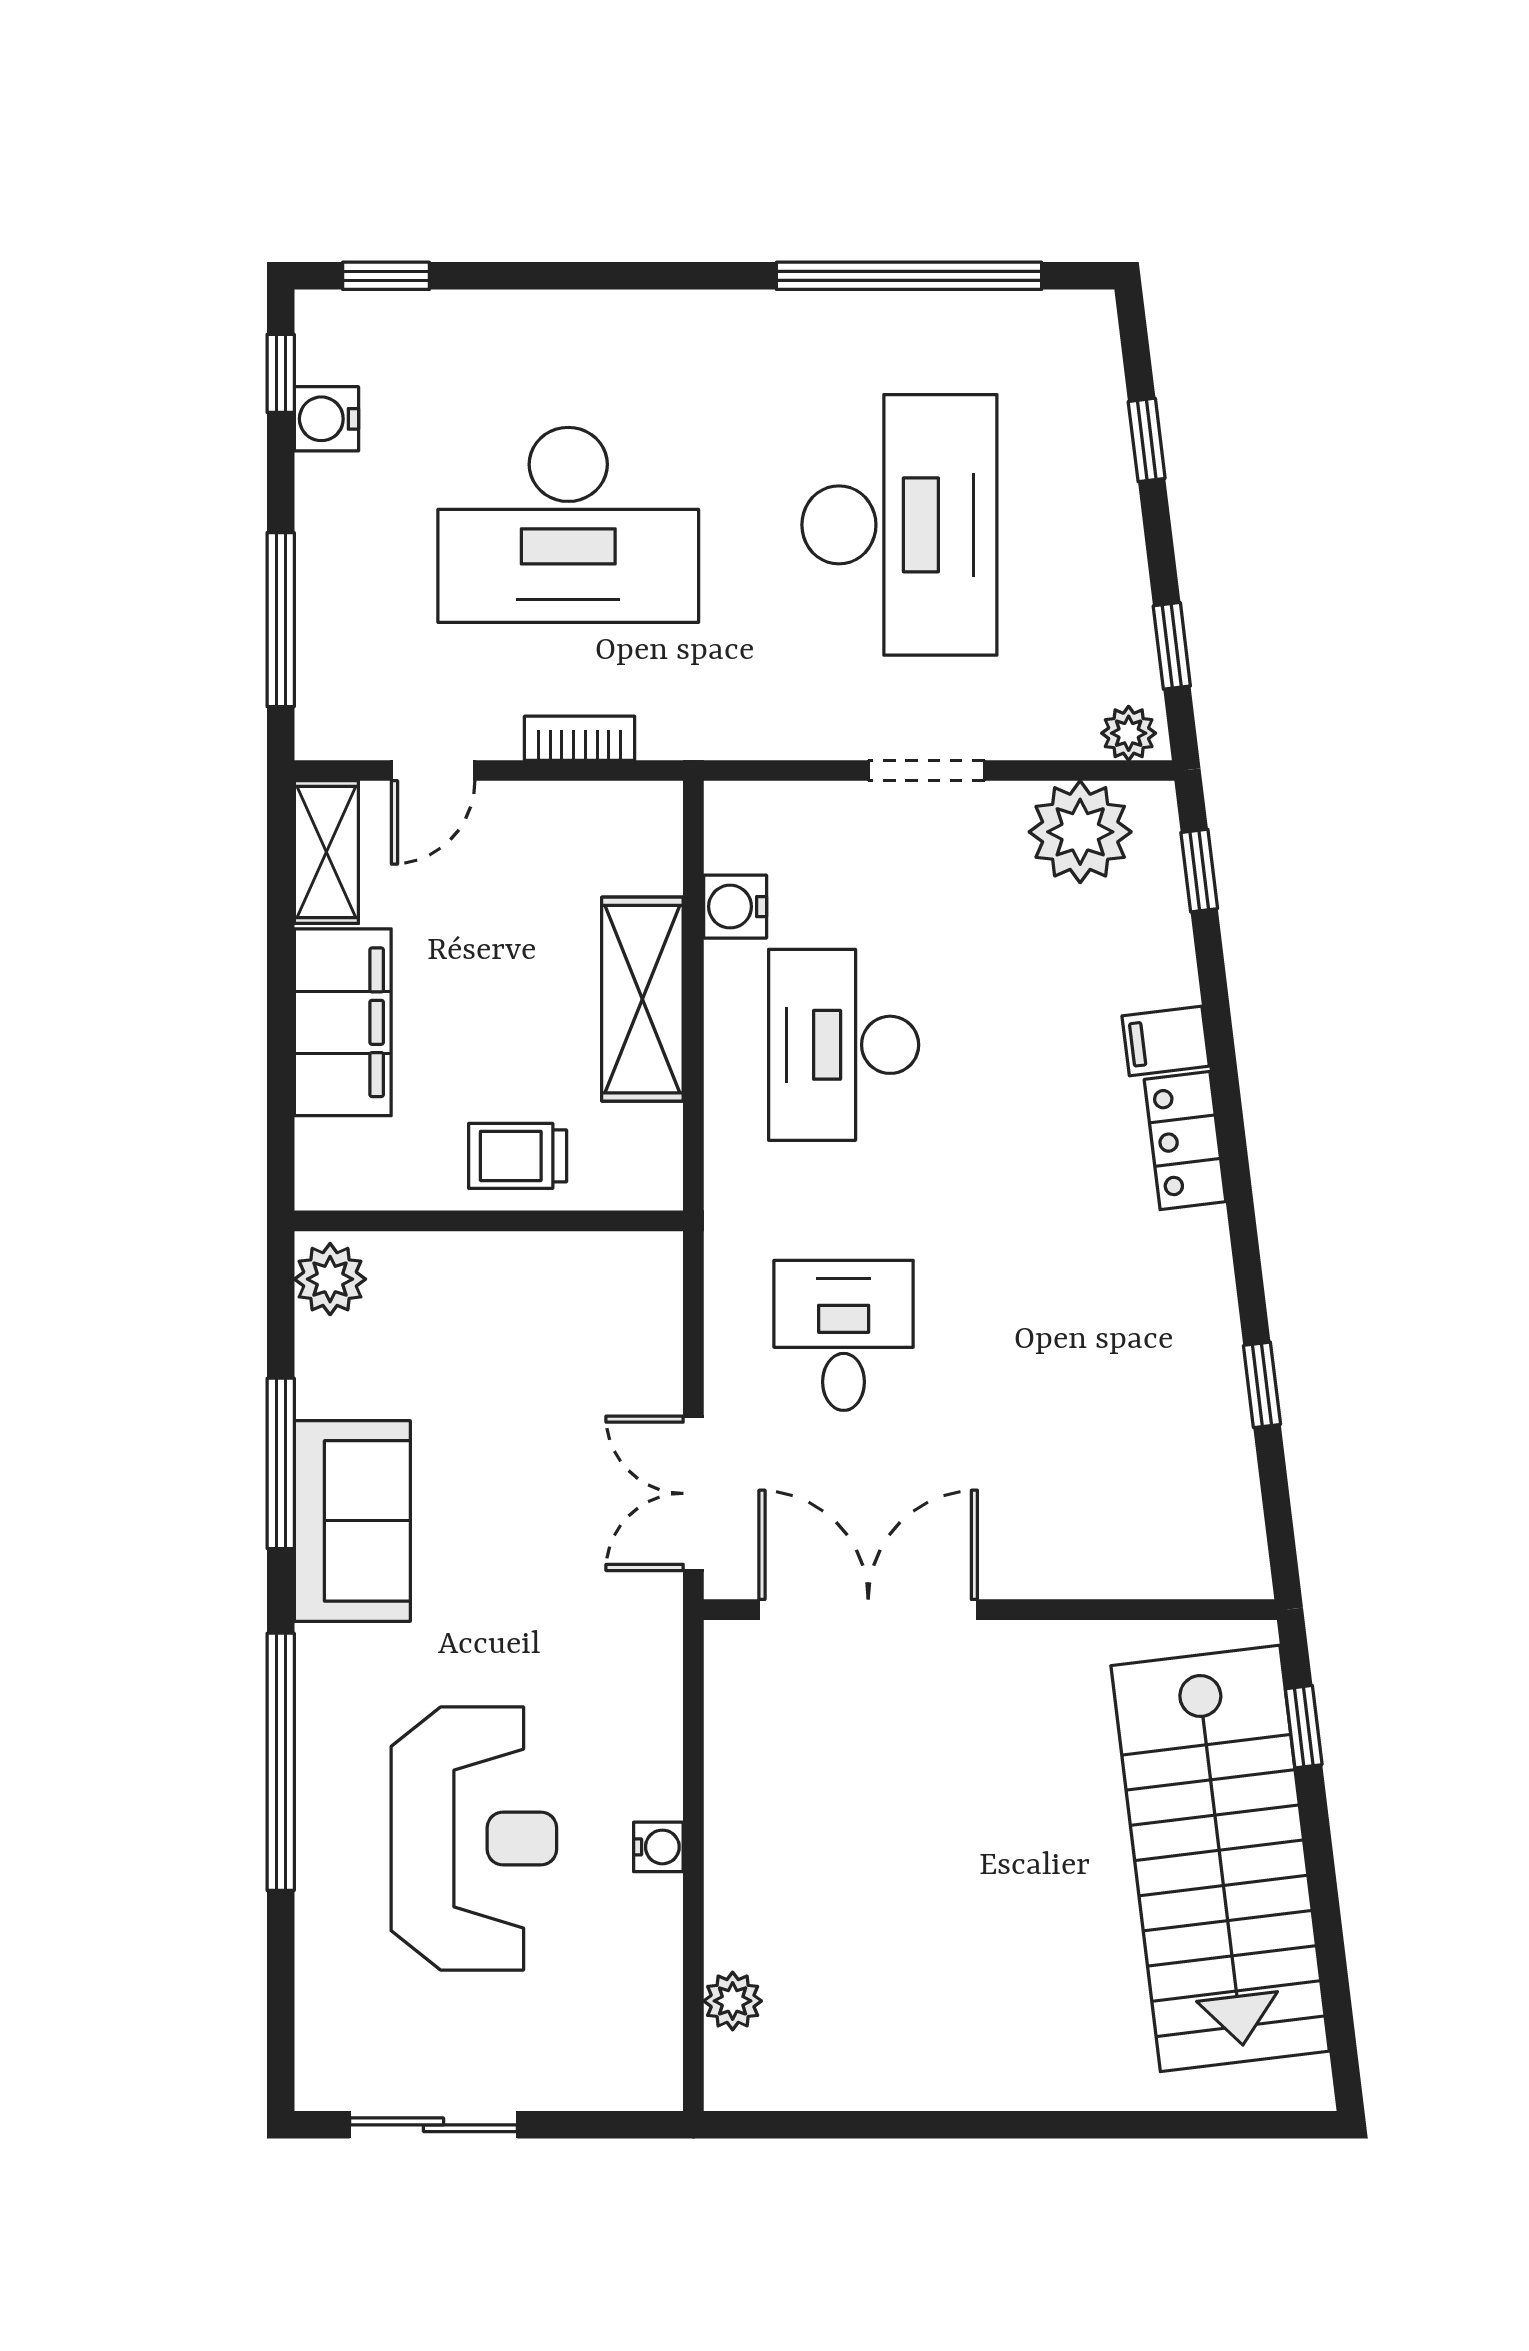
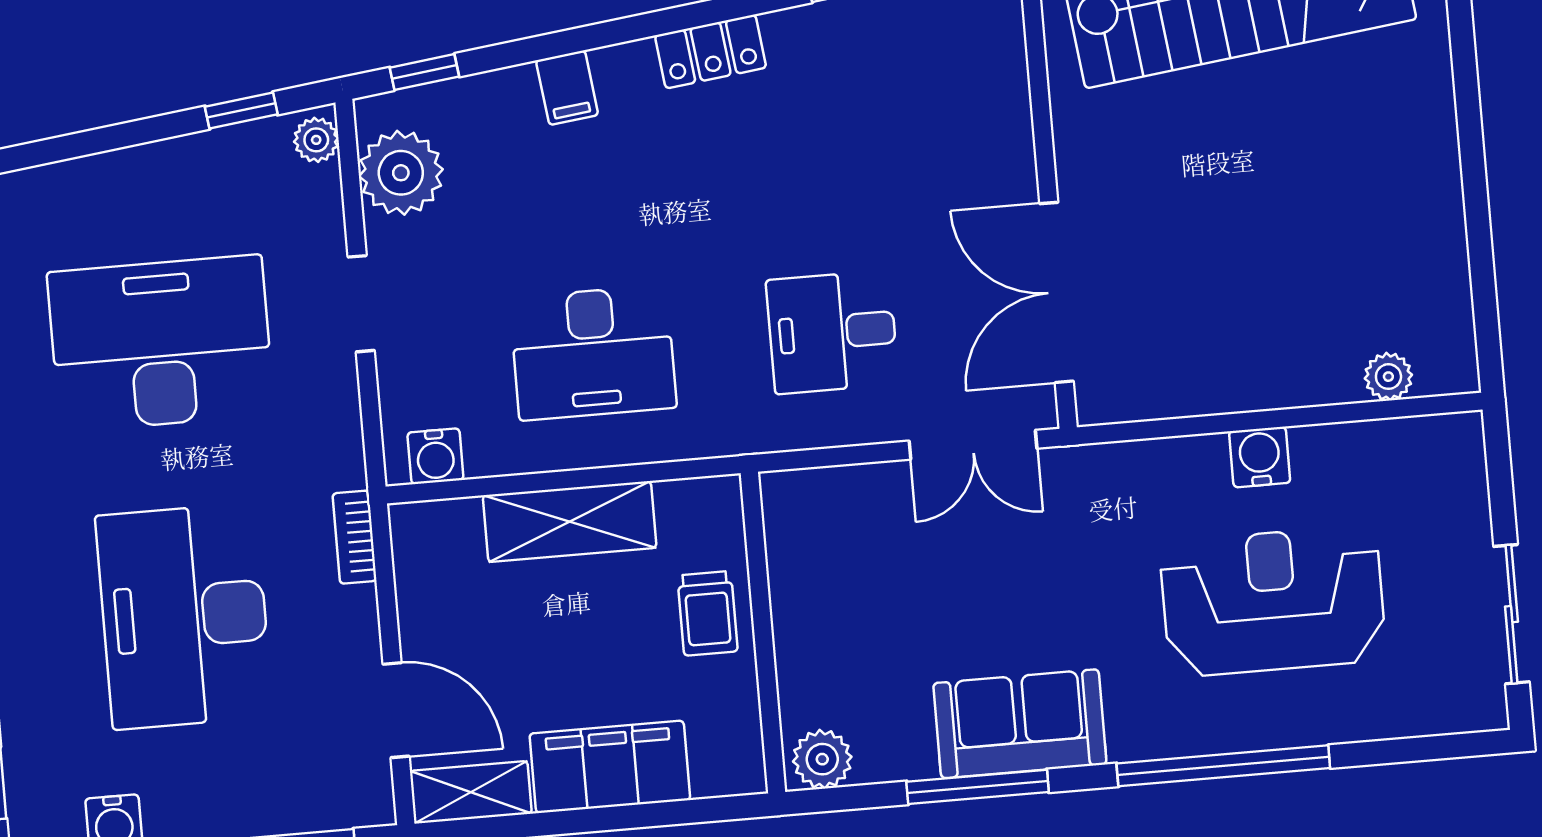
window: (1147, 440) -> (73, 146), removed
desk: (568, 525) -> (184, 616), turned 180
bookcase: (580, 738) -> (354, 537), moved
door: (433, 770) -> (396, 710), width x1.38
water cooler: (735, 907) -> (435, 456), moved
locker: (1185, 1141) -> (711, 51), moved
water cooler: (658, 1847) -> (1260, 457), width x1.38, depth x1.38

